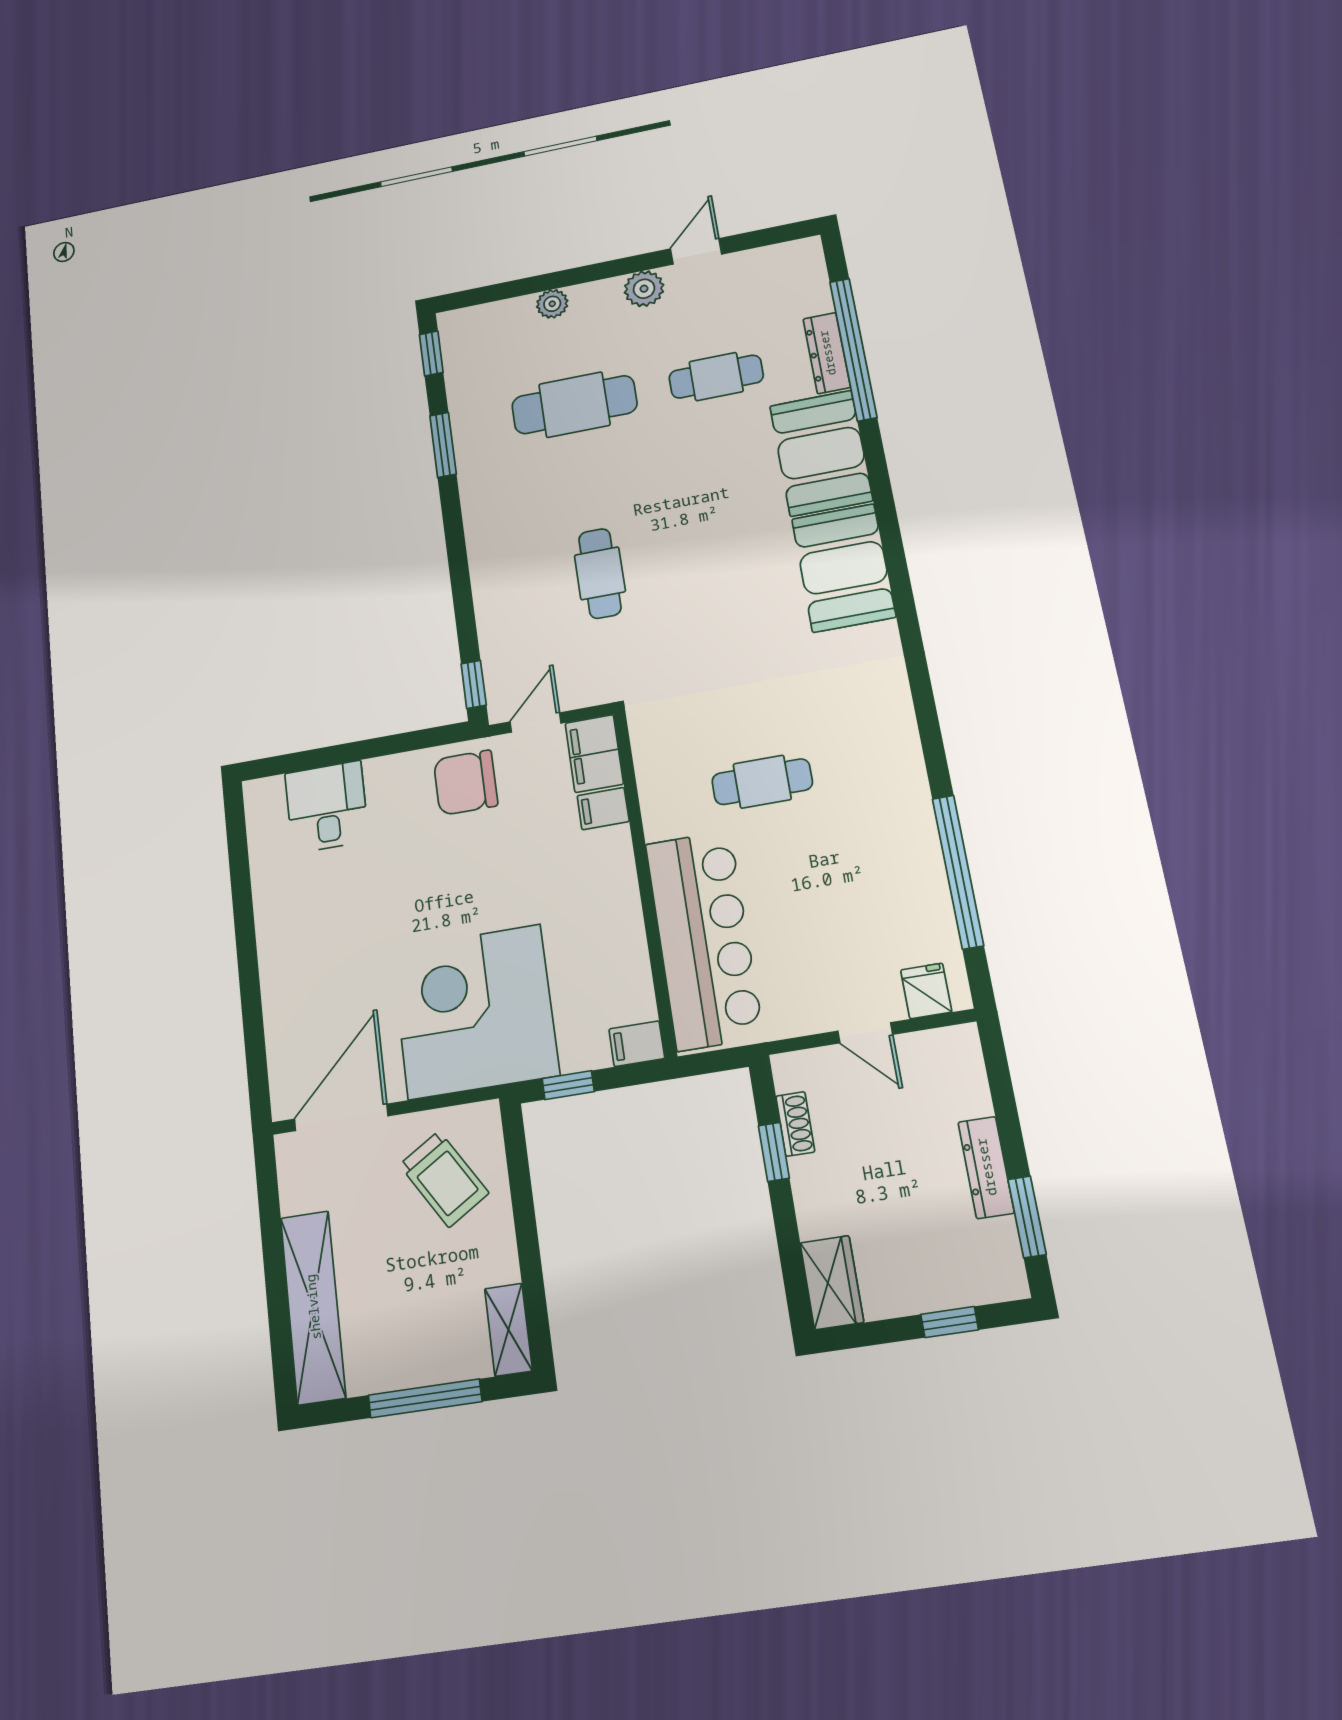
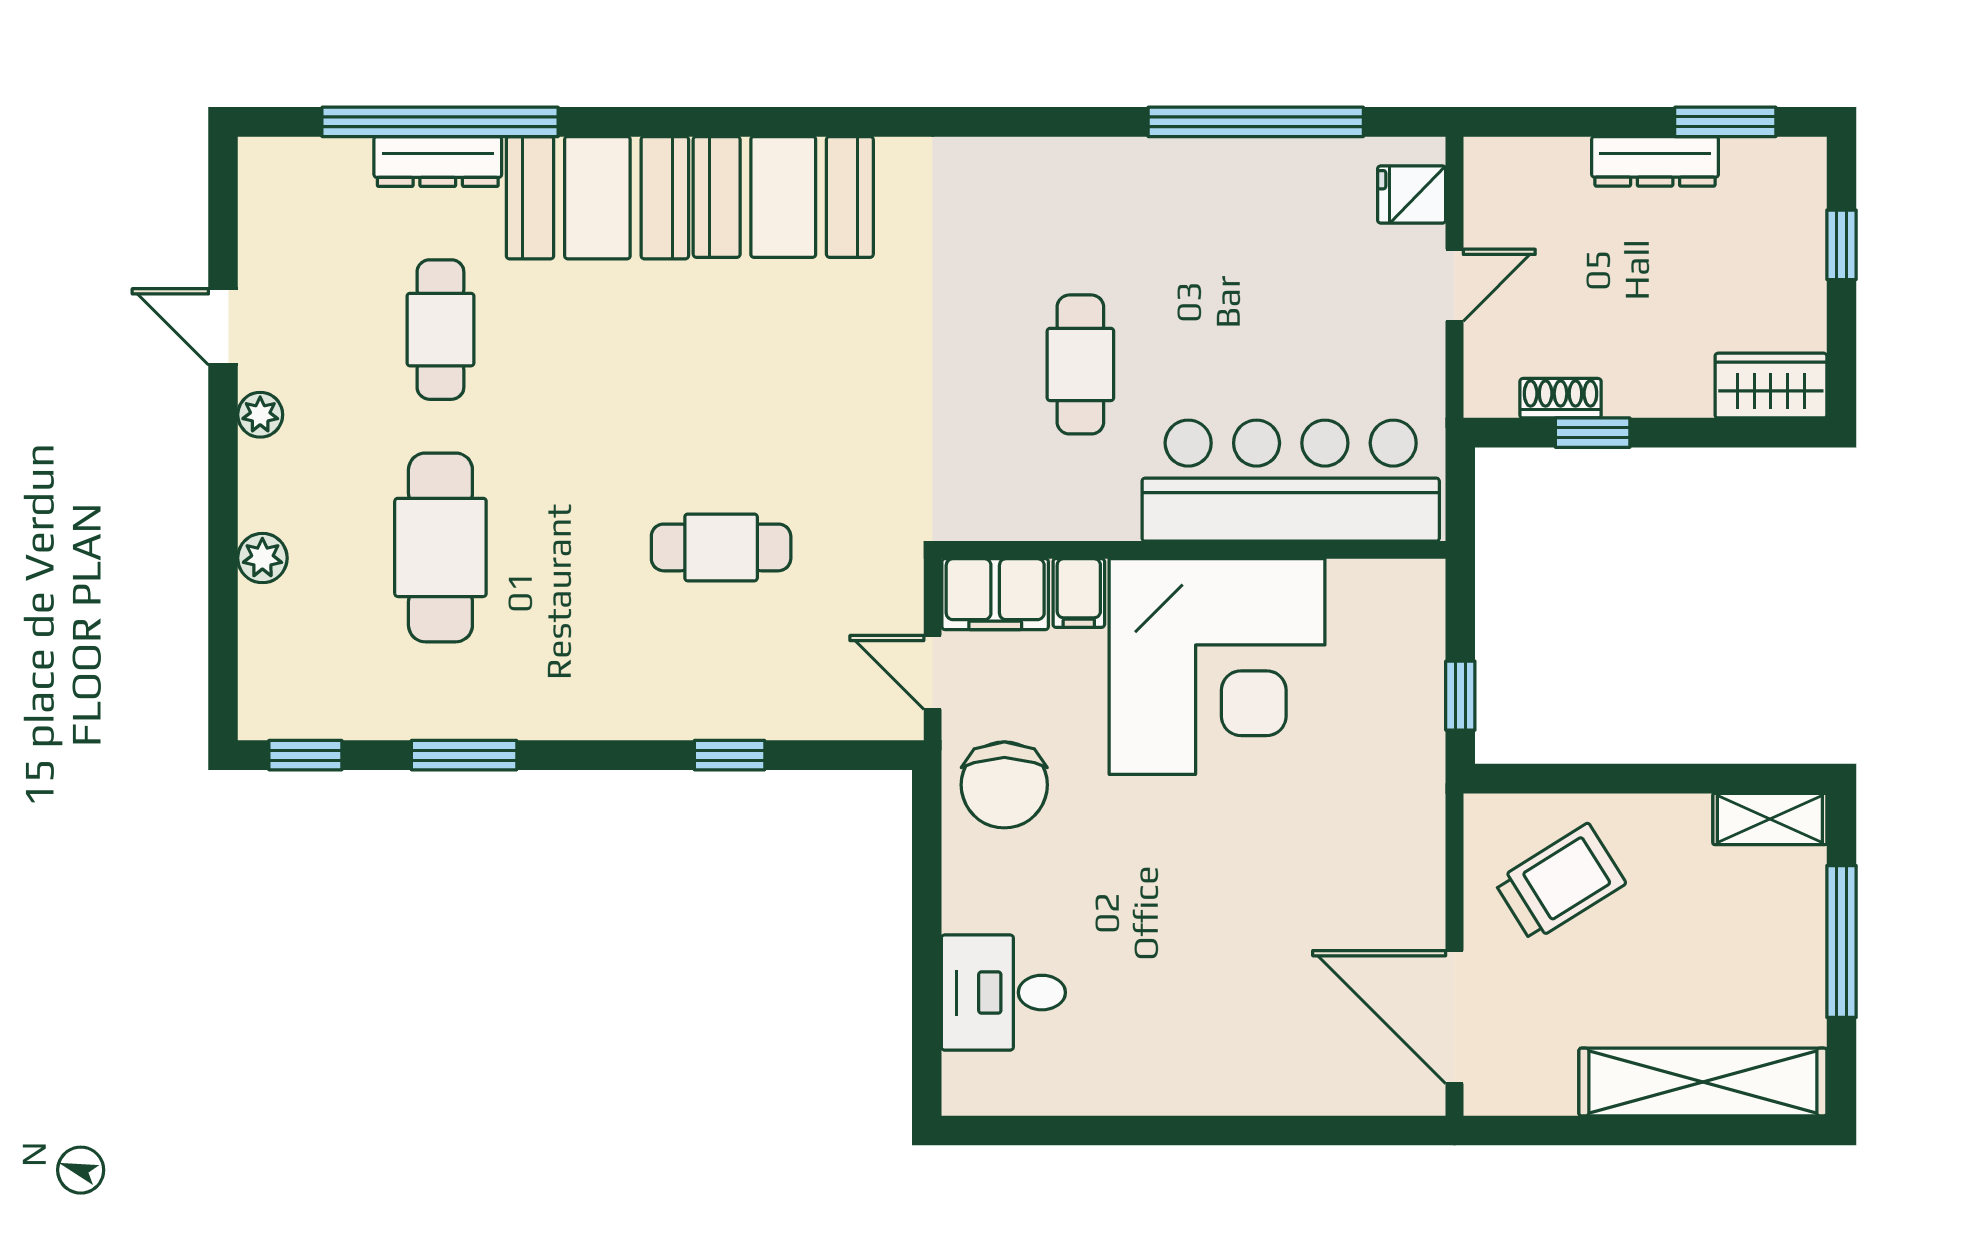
plant: (644, 289) -> (260, 415), width x0.73, depth x0.73
window: (474, 684) -> (730, 755), moved
corner desk: (475, 1011) -> (1217, 667), moved, turned -90
filing cabinet: (637, 1044) -> (1419, 594), removed

